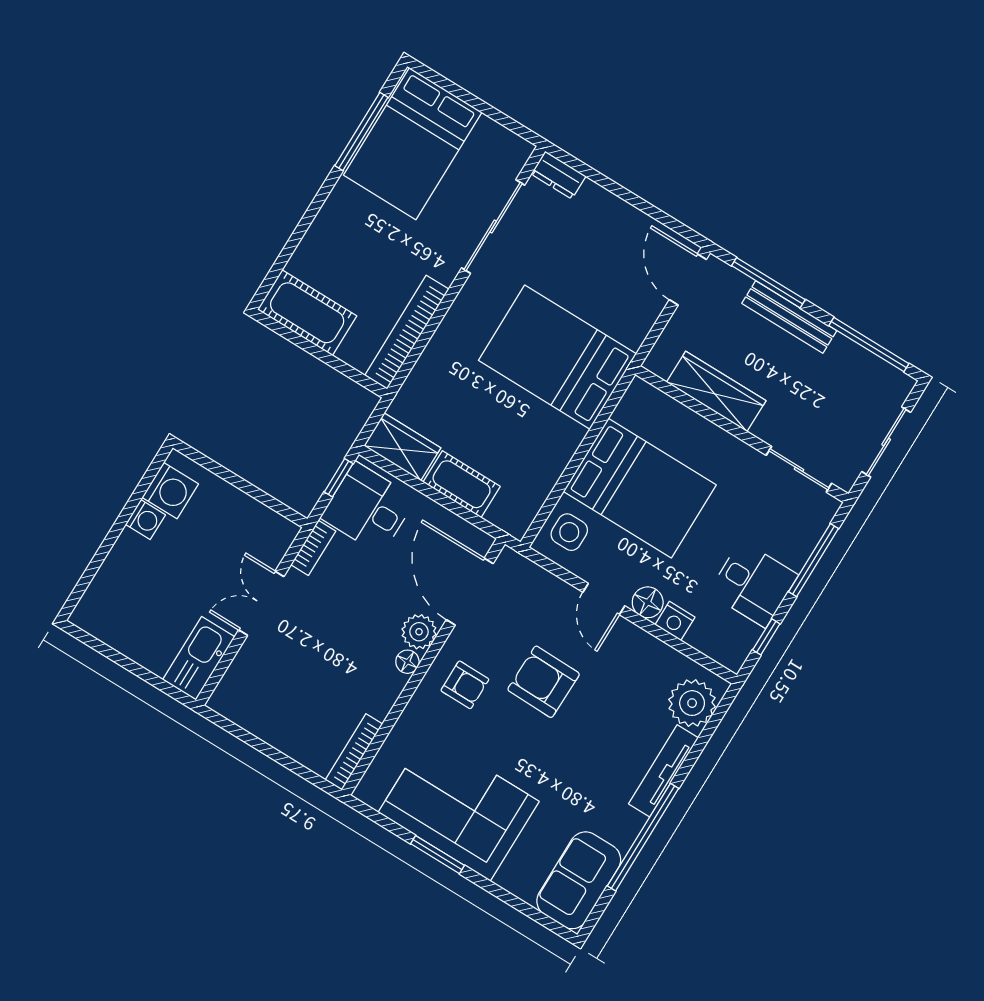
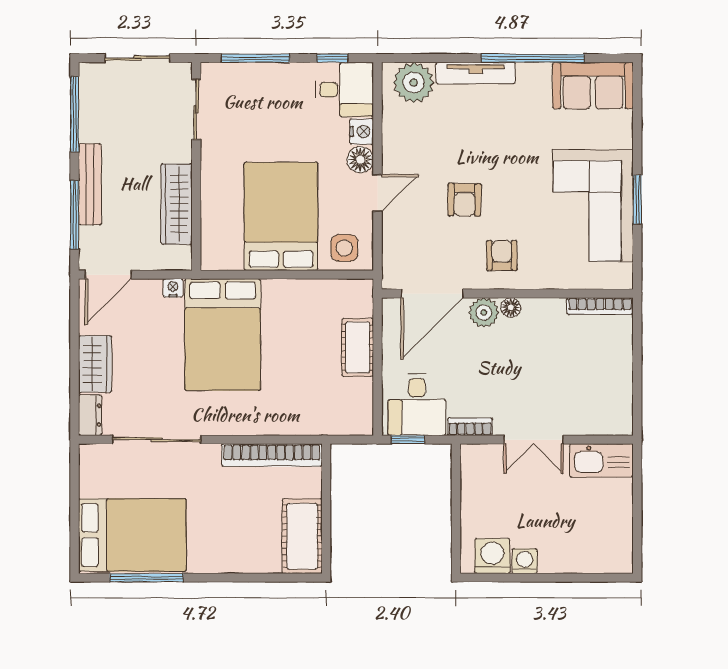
nightstand: (635, 336) -> (173, 288), added
wardrobe: (402, 447) -> (95, 364), moved, turned 180
desk: (753, 584) -> (344, 90), moved, turned 90
armchair: (544, 682) -> (464, 200), width x0.72, depth x0.72

